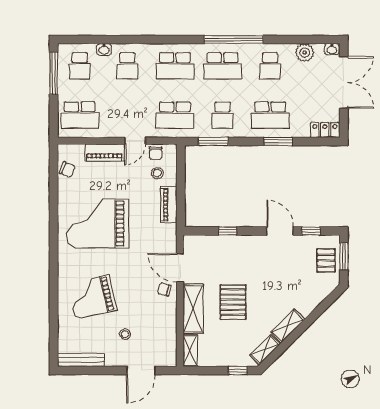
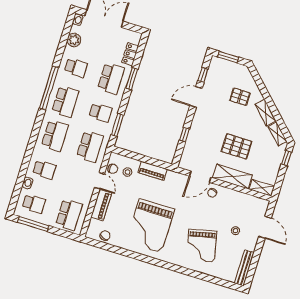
locker: (325, 130) -> (130, 54), moved
pallet: (326, 261) -> (240, 97), moved

